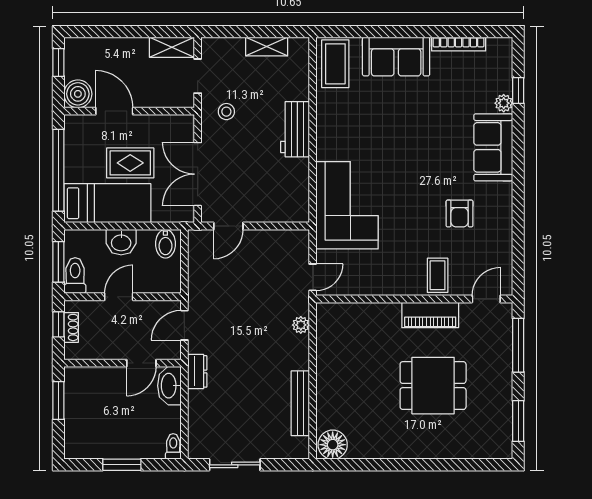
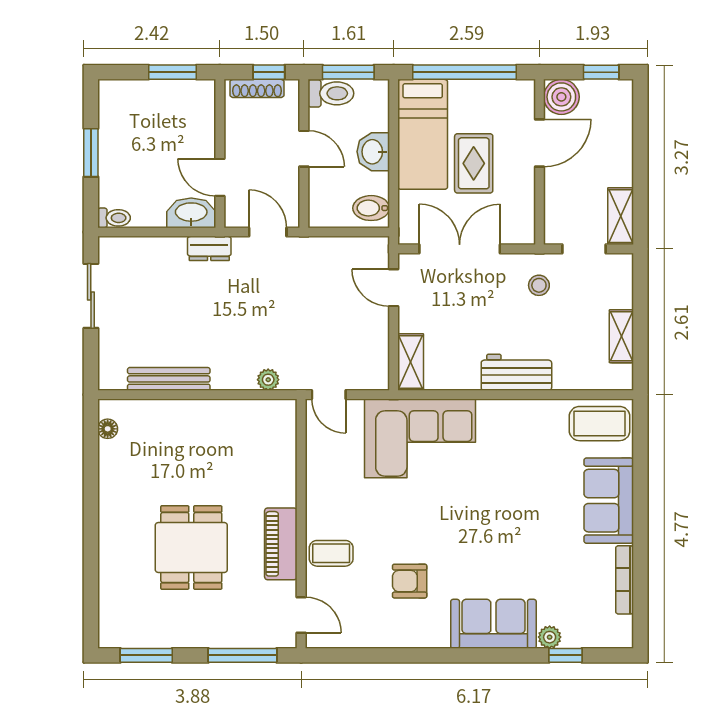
shelving: (287, 213) -> (411, 362), added
shoe rack: (71, 327) -> (257, 88), width x1.43
floor lamp: (333, 445) -> (108, 429), width x0.53, depth x0.53

